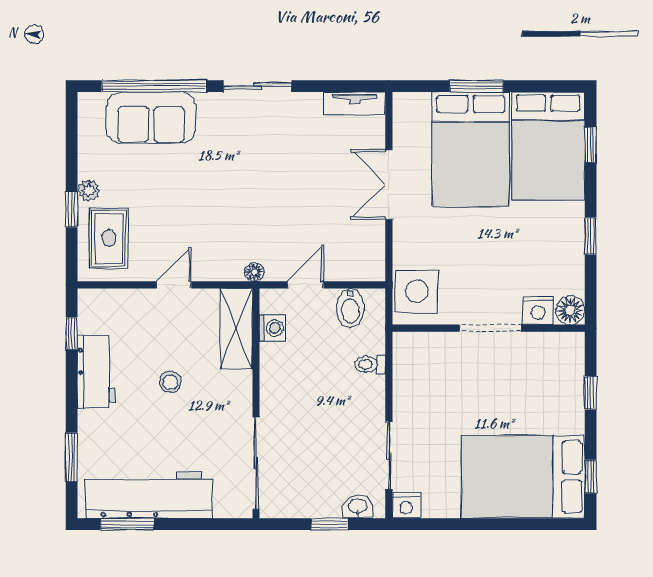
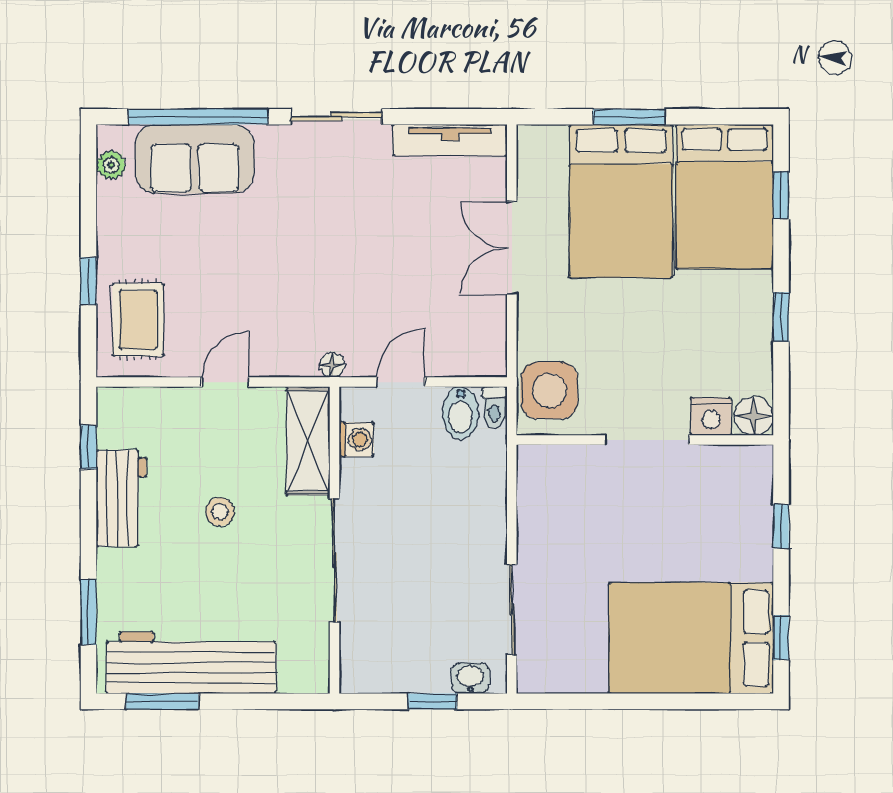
tv unit: (355, 103) -> (450, 140), width x1.41
plant: (89, 191) -> (111, 165), moved
toilet: (370, 364) -> (494, 407), moved, turned -90
sliding door: (256, 463) -> (334, 560), moved
nightstand: (406, 505) -> (535, 676), removed

